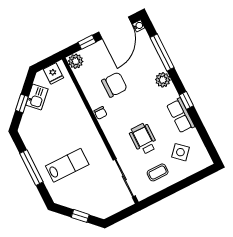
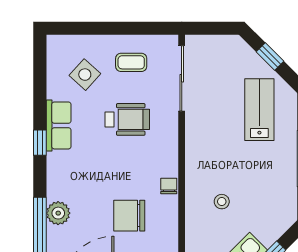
plant: (163, 80) -> (58, 213), moved
stool: (66, 119) -> (222, 202), added
wheelchair: (143, 139) -> (127, 119), turned -90
lab bench: (67, 165) -> (259, 110), moved, turned 90

